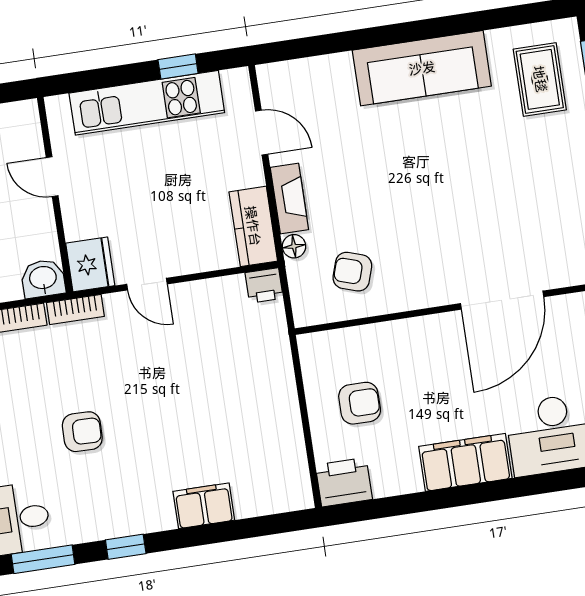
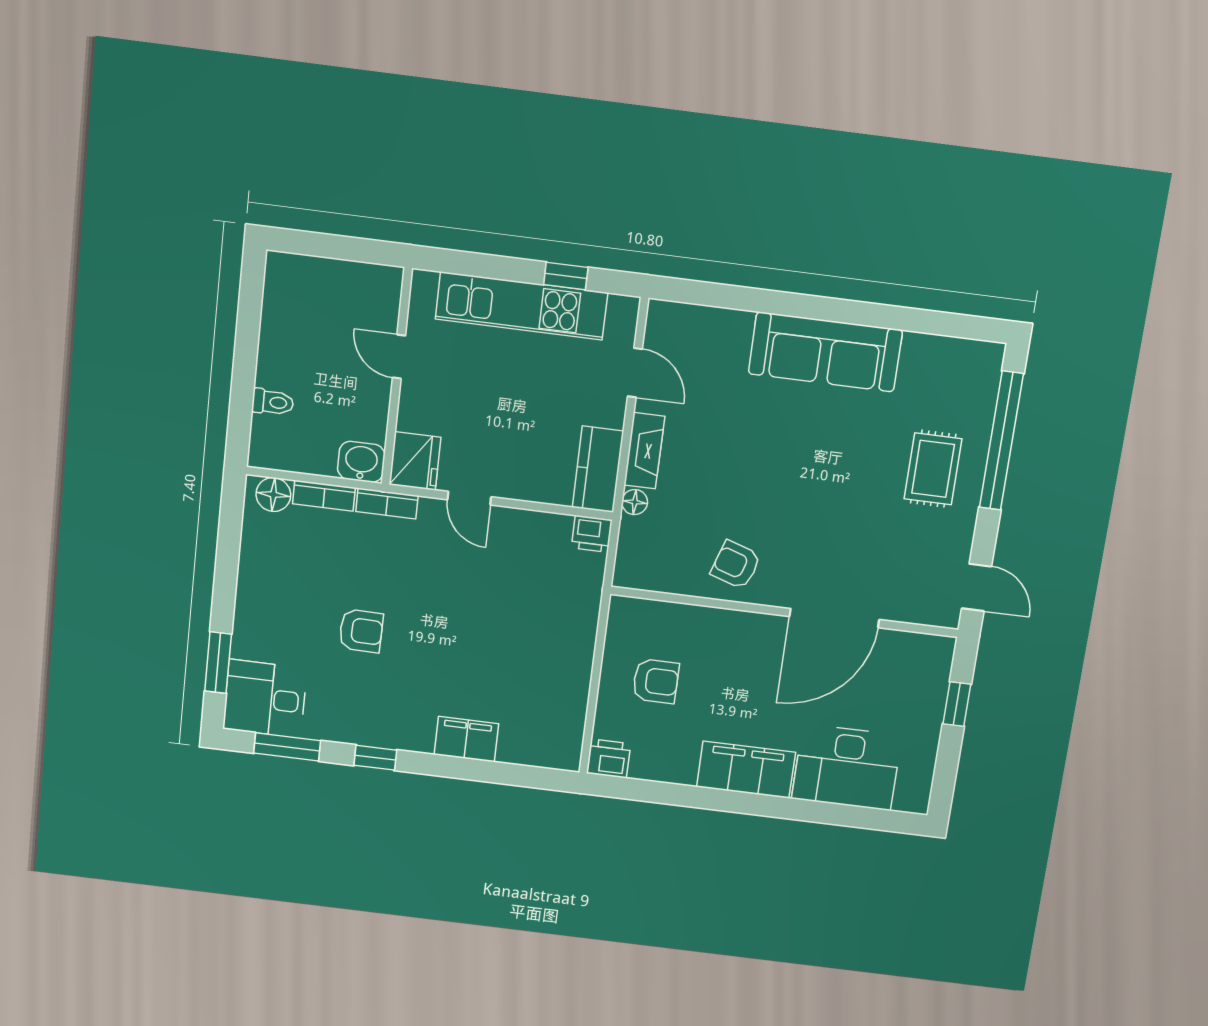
rug: (540, 79) -> (933, 469), moved
armchair: (352, 272) -> (736, 565), moved
printer: (344, 482) -> (609, 759), width x0.73, depth x0.81

